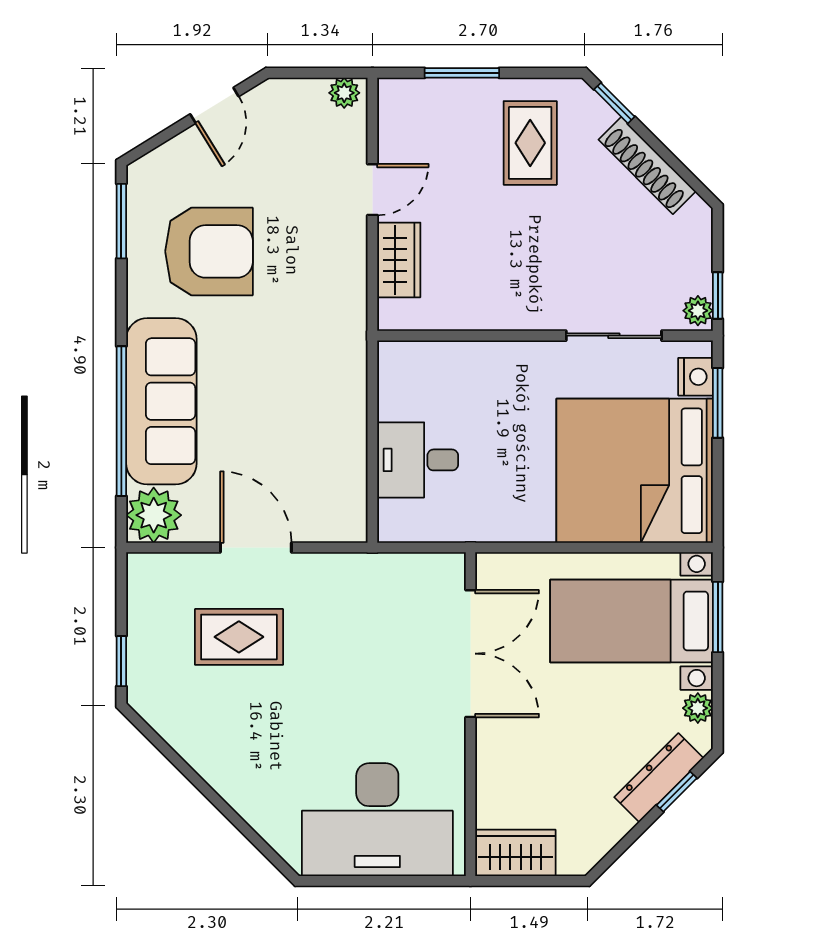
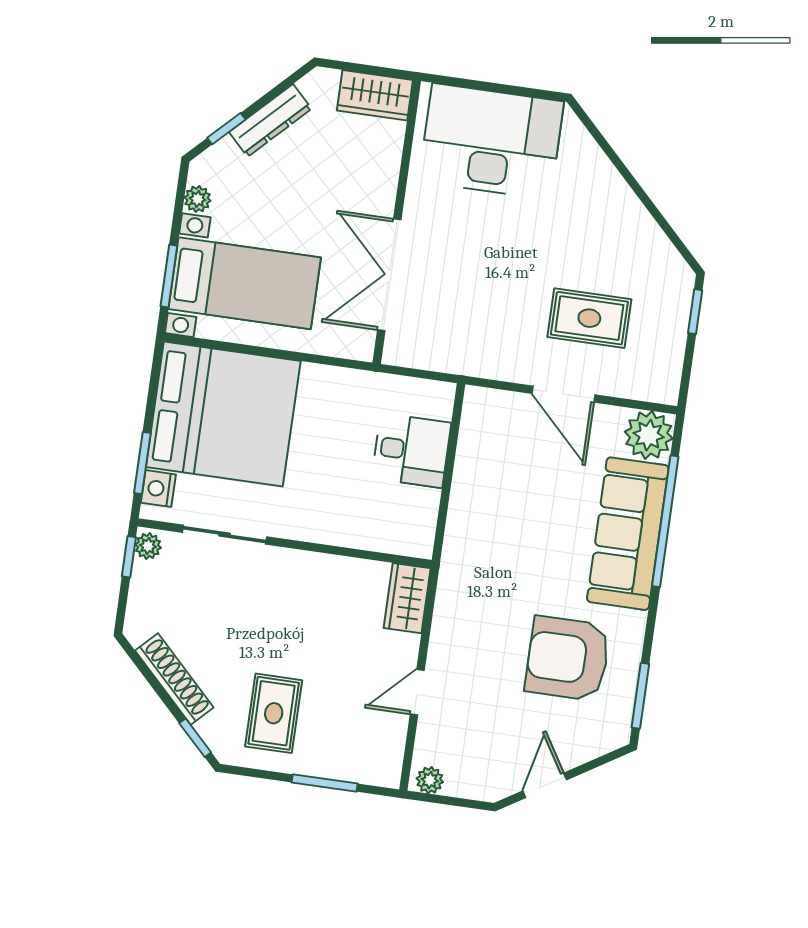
wardrobe: (399, 260) -> (407, 598), moved
dresser: (659, 778) -> (270, 120), moved

